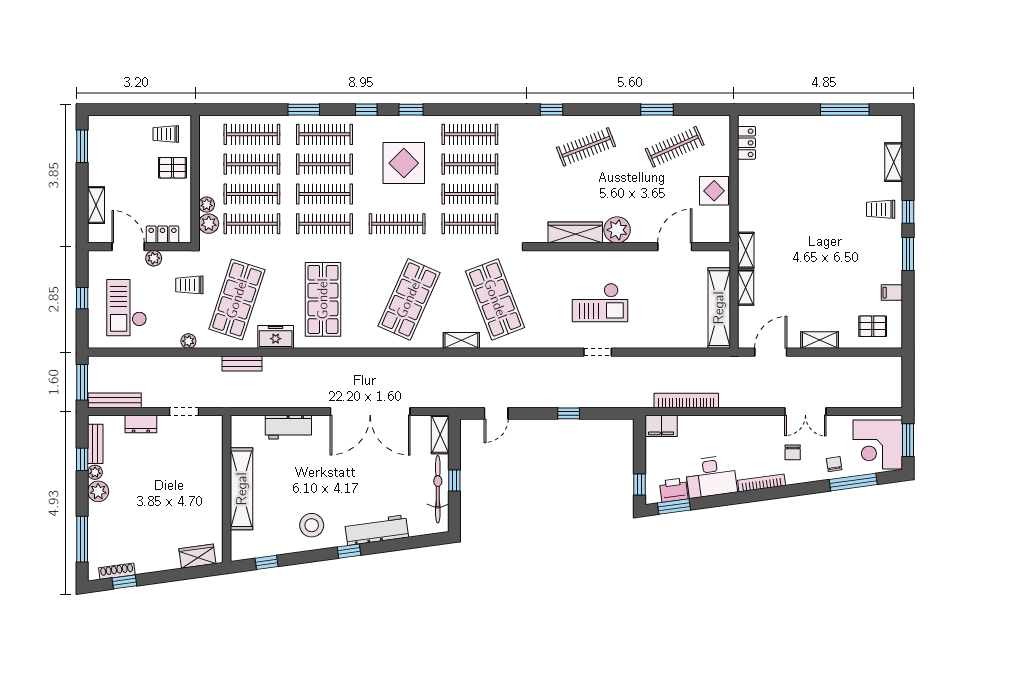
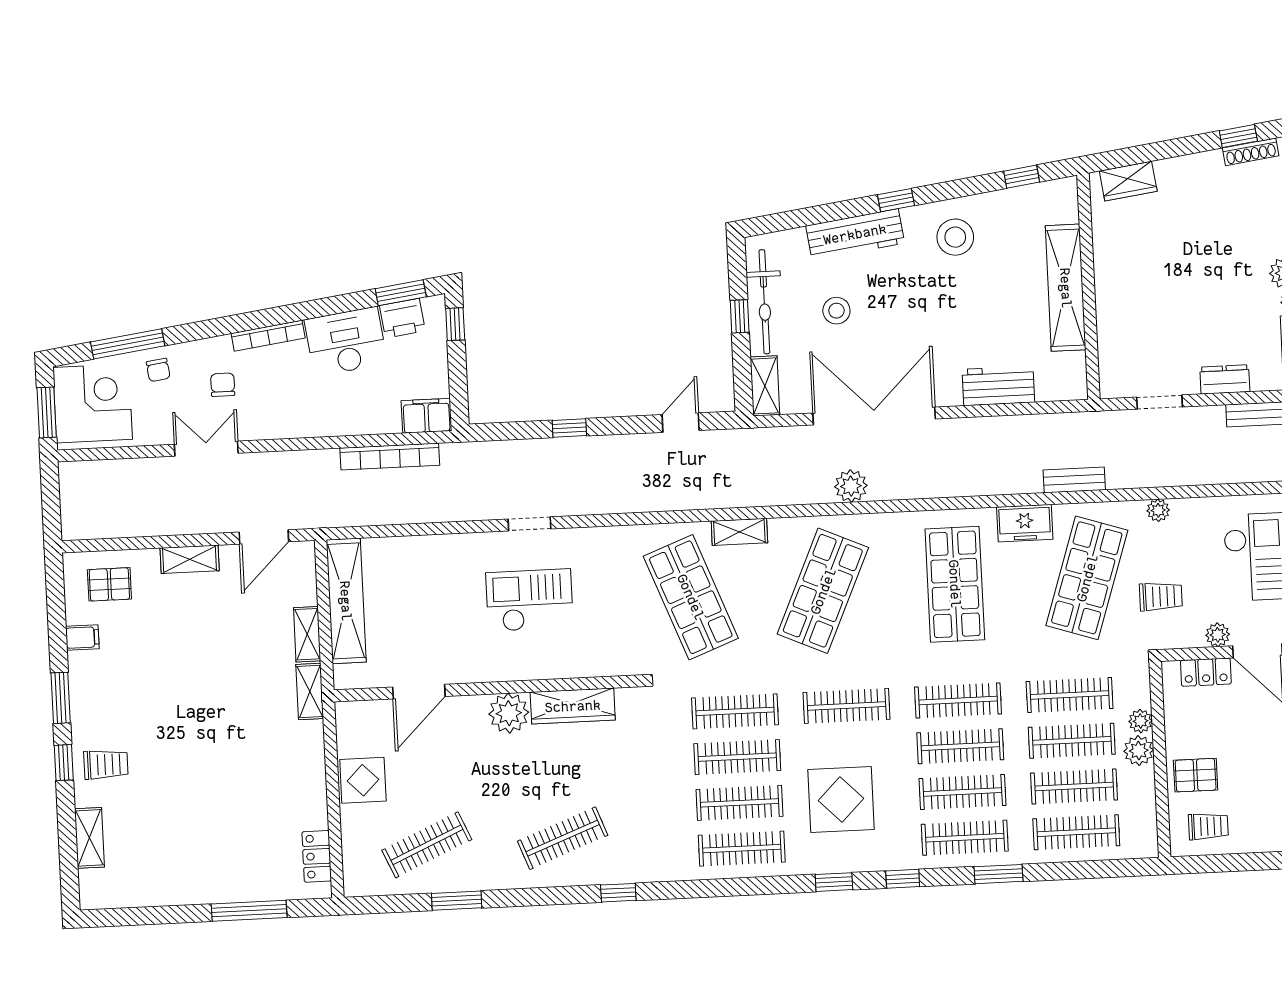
window: (845, 110) -> (249, 911), moved
plant: (209, 224) -> (1139, 751), moved
plant: (387, 367) -> (851, 486), added
stool: (391, 481) -> (836, 311), added

